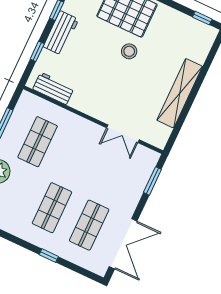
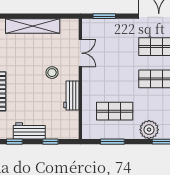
stool: (129, 51) -> (52, 73), moved
workbench: (53, 88) -> (71, 96), moved

